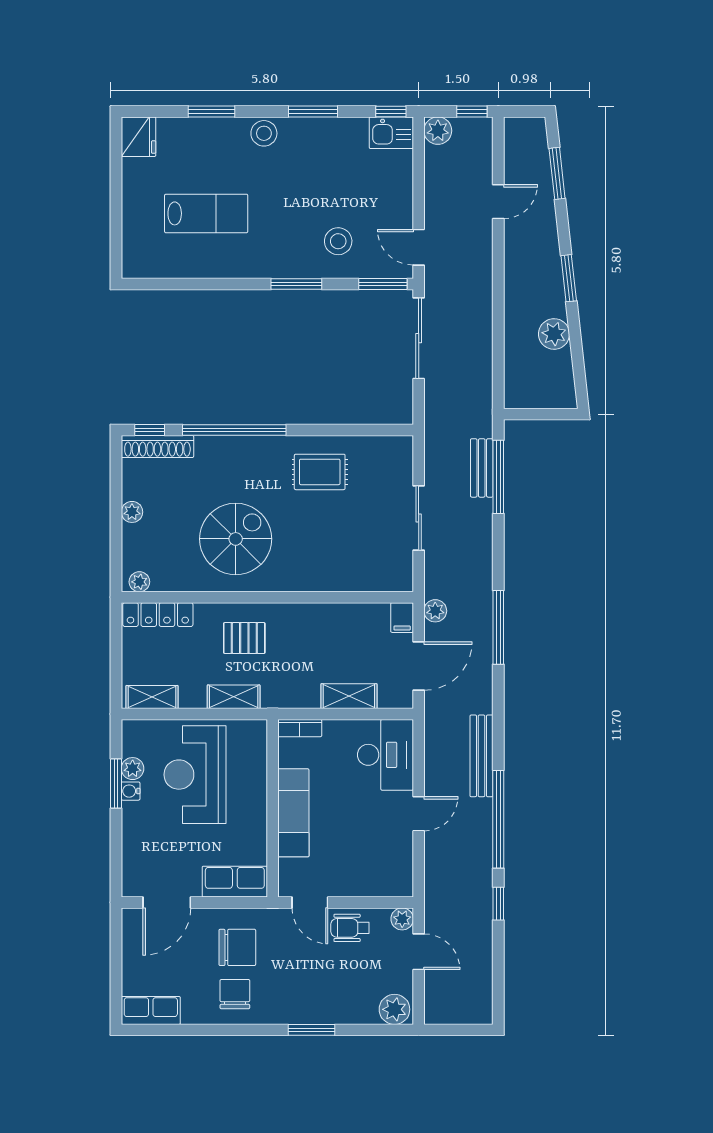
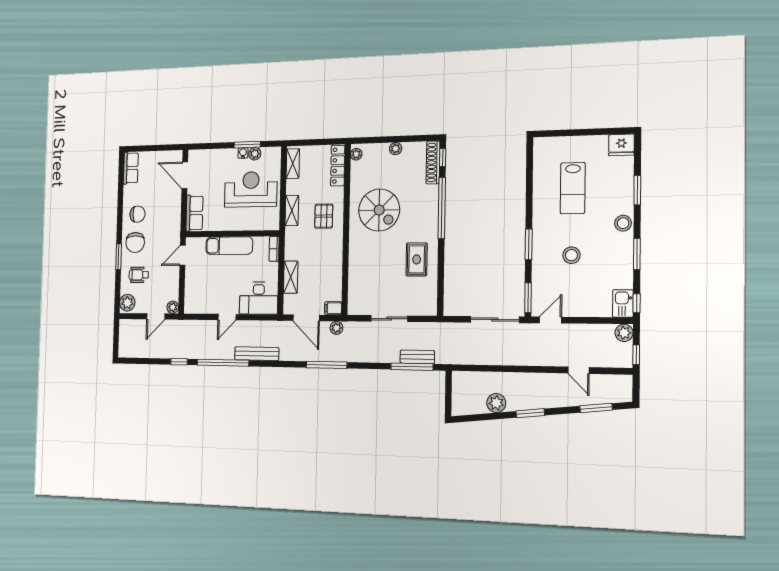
stool: (338, 241) -> (571, 255), moved
door: (419, 814) -> (227, 317), hinge flipped
wheelchair: (350, 928) -> (139, 275), moved, turned -90
chair: (237, 947) -> (135, 242), moved

